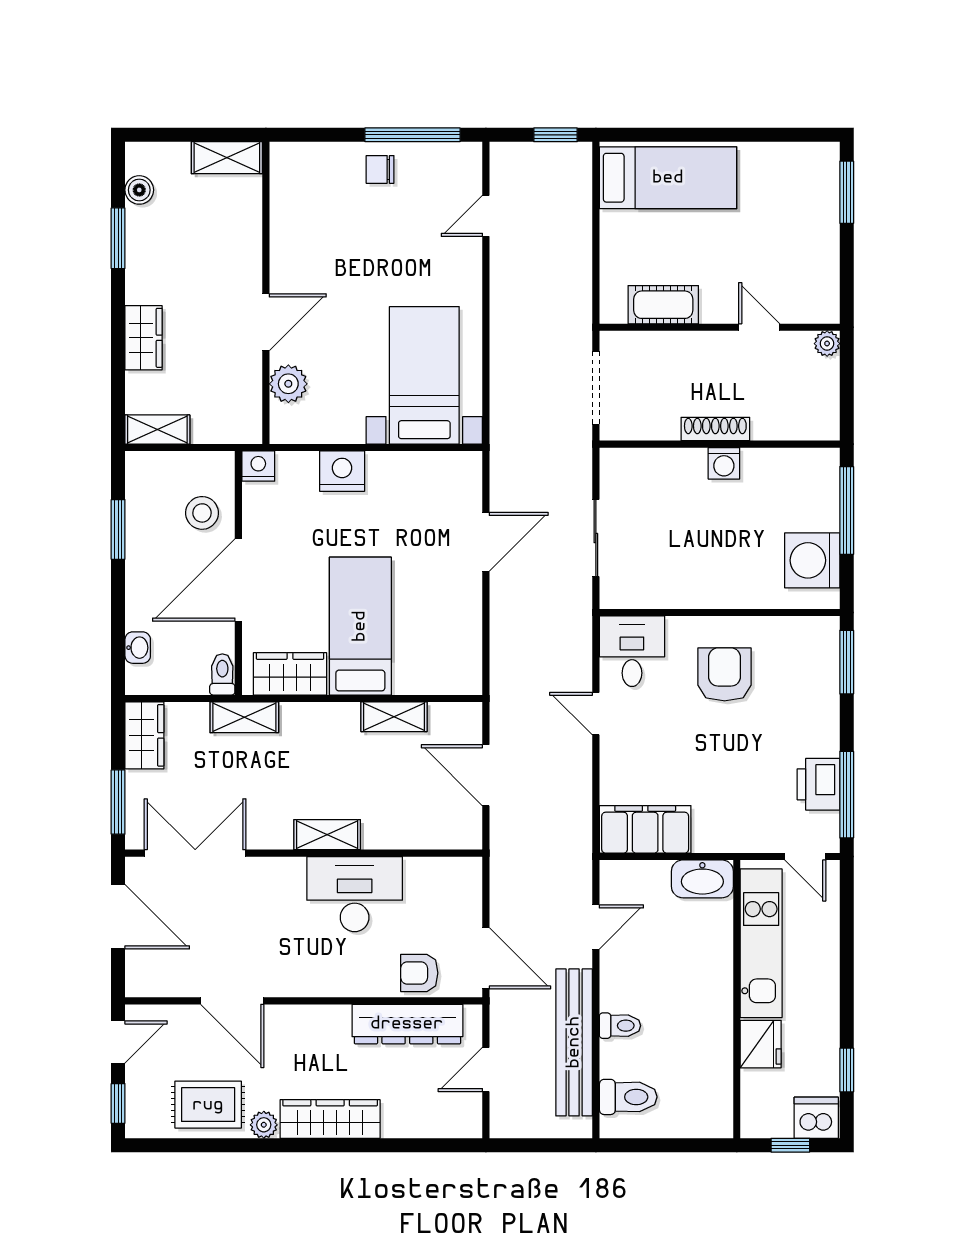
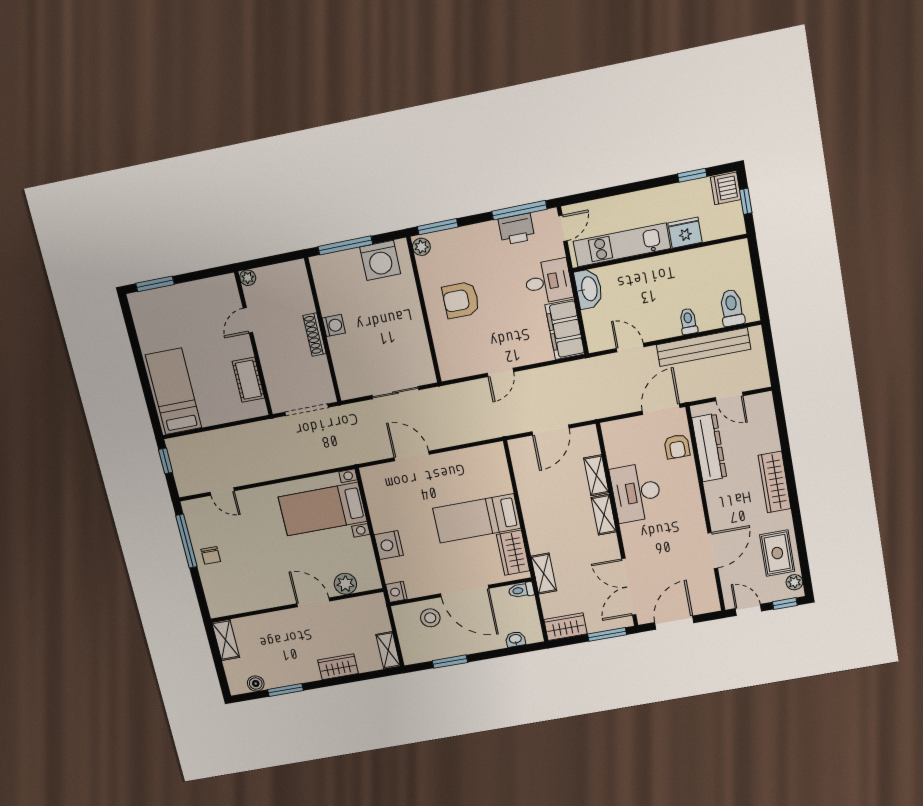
plant: (821, 630) -> (421, 247), added
desk: (632, 651) -> (548, 282), moved, turned 180
shelving: (394, 717) -> (596, 475), moved
plant: (264, 1125) -> (794, 582), moved

